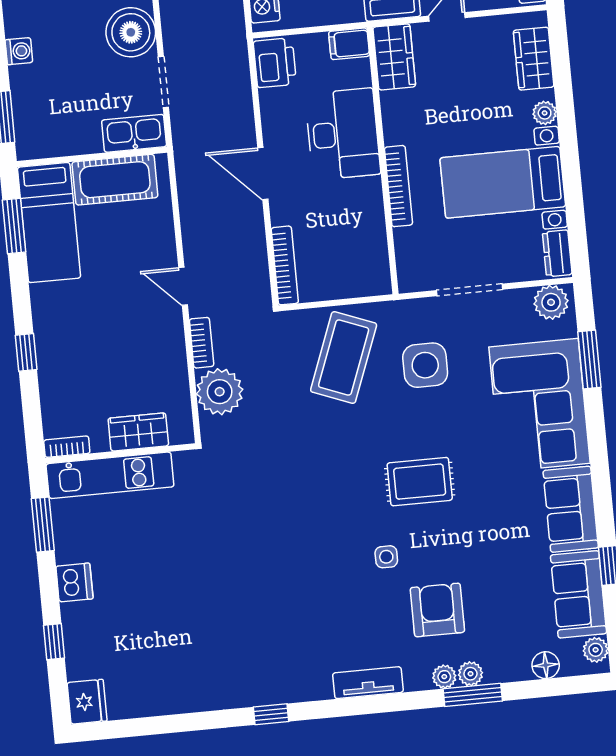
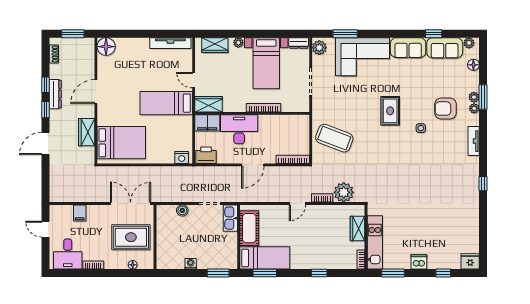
boiler: (131, 32) -> (182, 210), width x0.54, depth x0.54
filing cabinet: (349, 44) -> (207, 123), width x2.00
side table: (425, 365) -> (341, 104), removed

